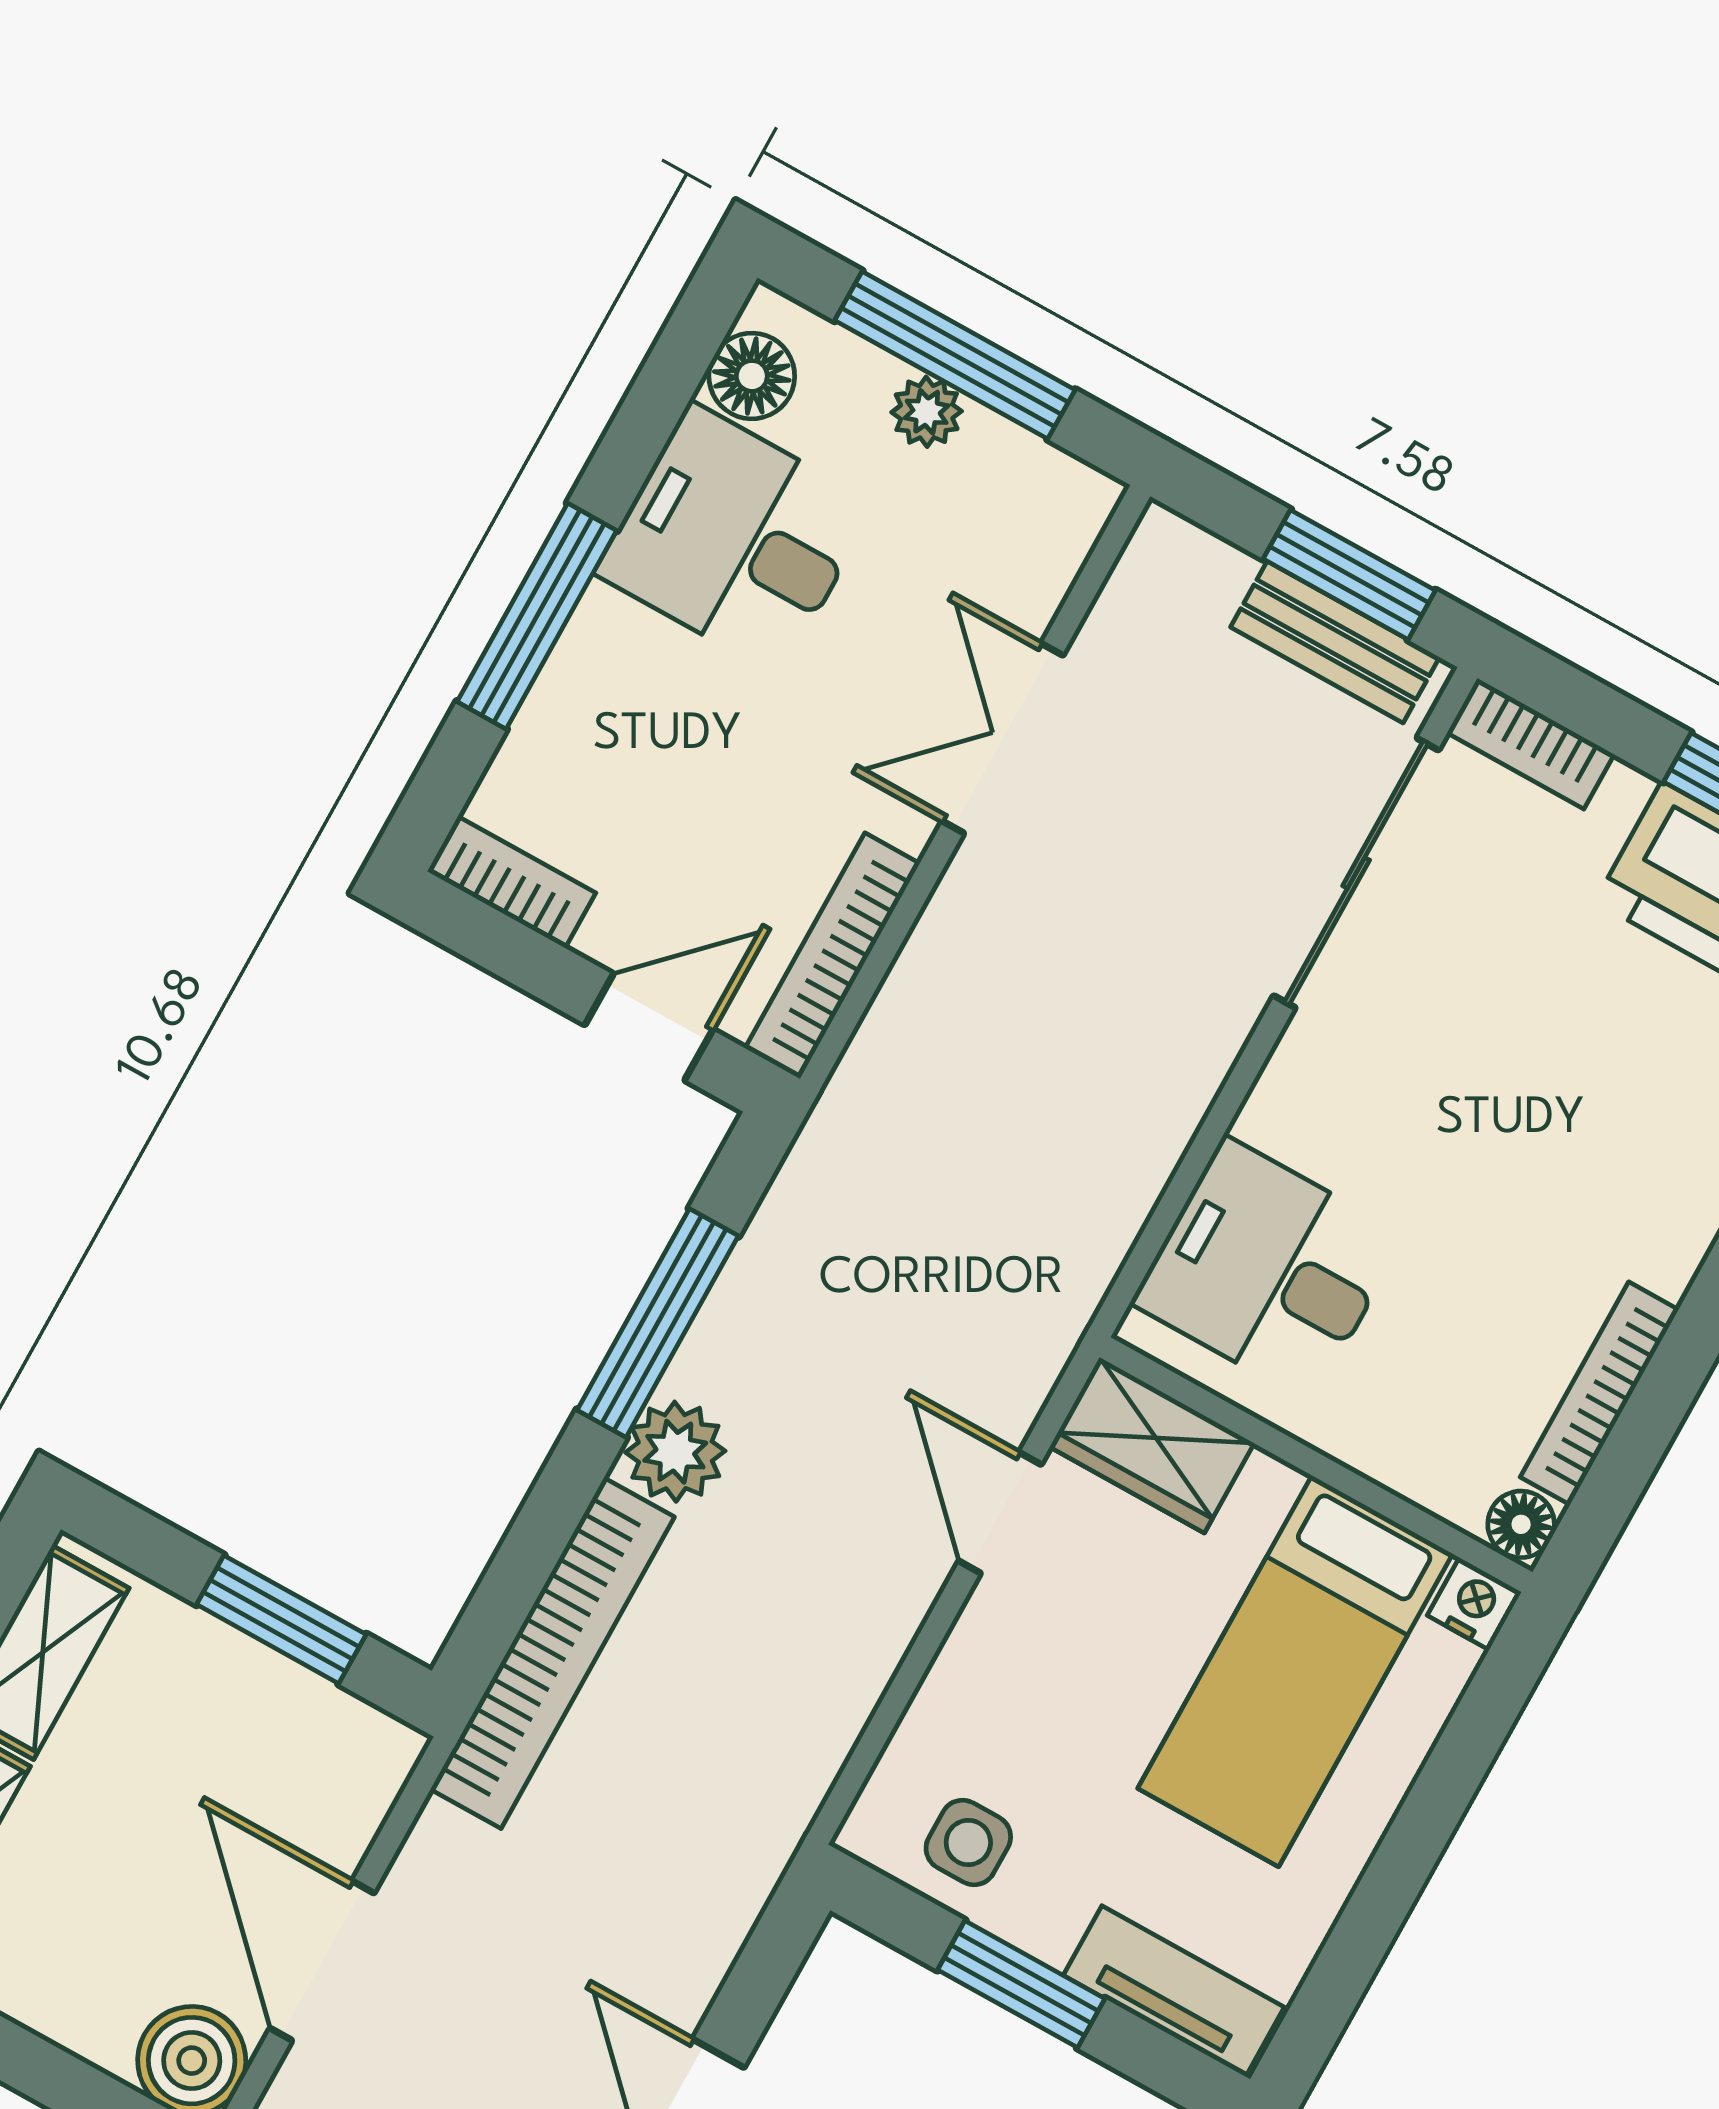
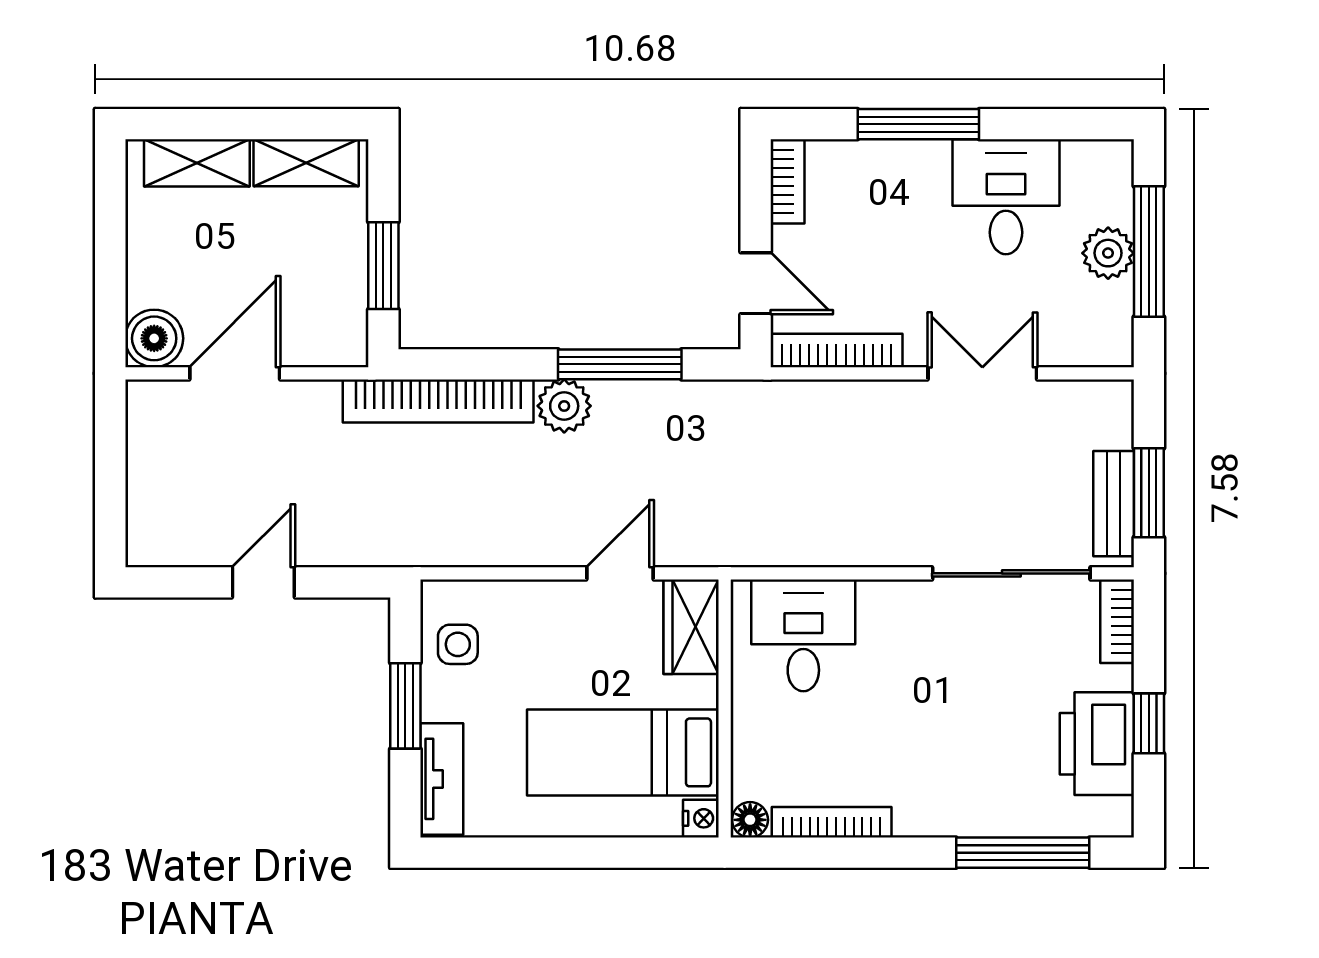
floor lamp: (752, 376) -> (1086, 162), removed
plant: (927, 412) -> (1108, 253), width x1.38, depth x1.38

